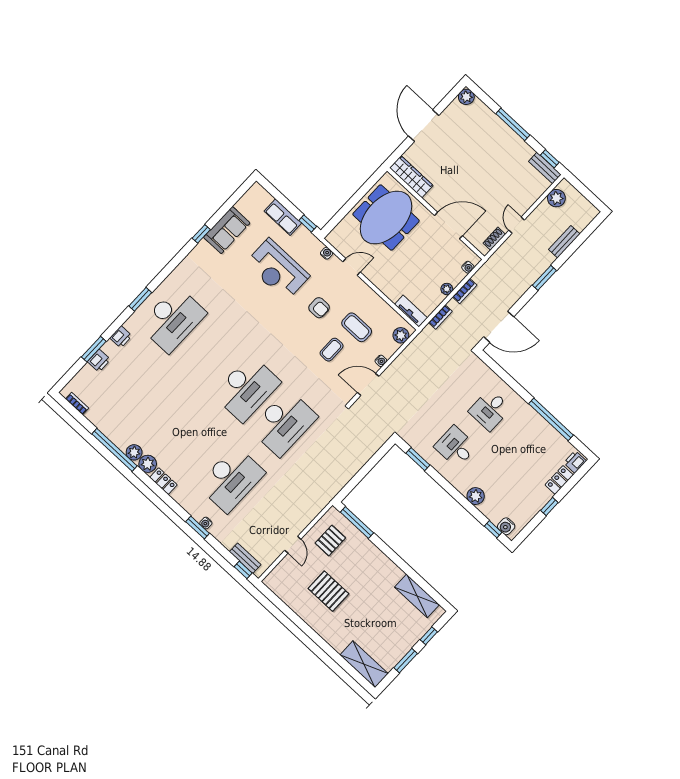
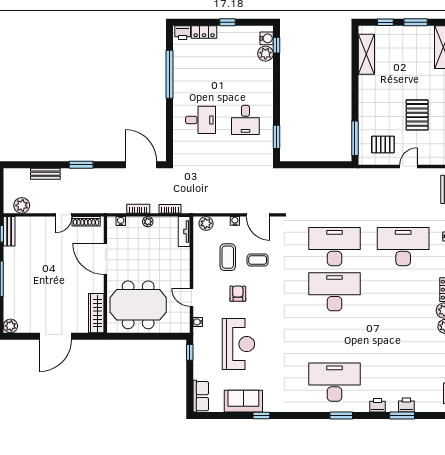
row of seats: (283, 217) -> (201, 396), moved
shoe rack: (494, 239) -> (86, 221), width x1.43
plant: (476, 496) -> (265, 54), moved

